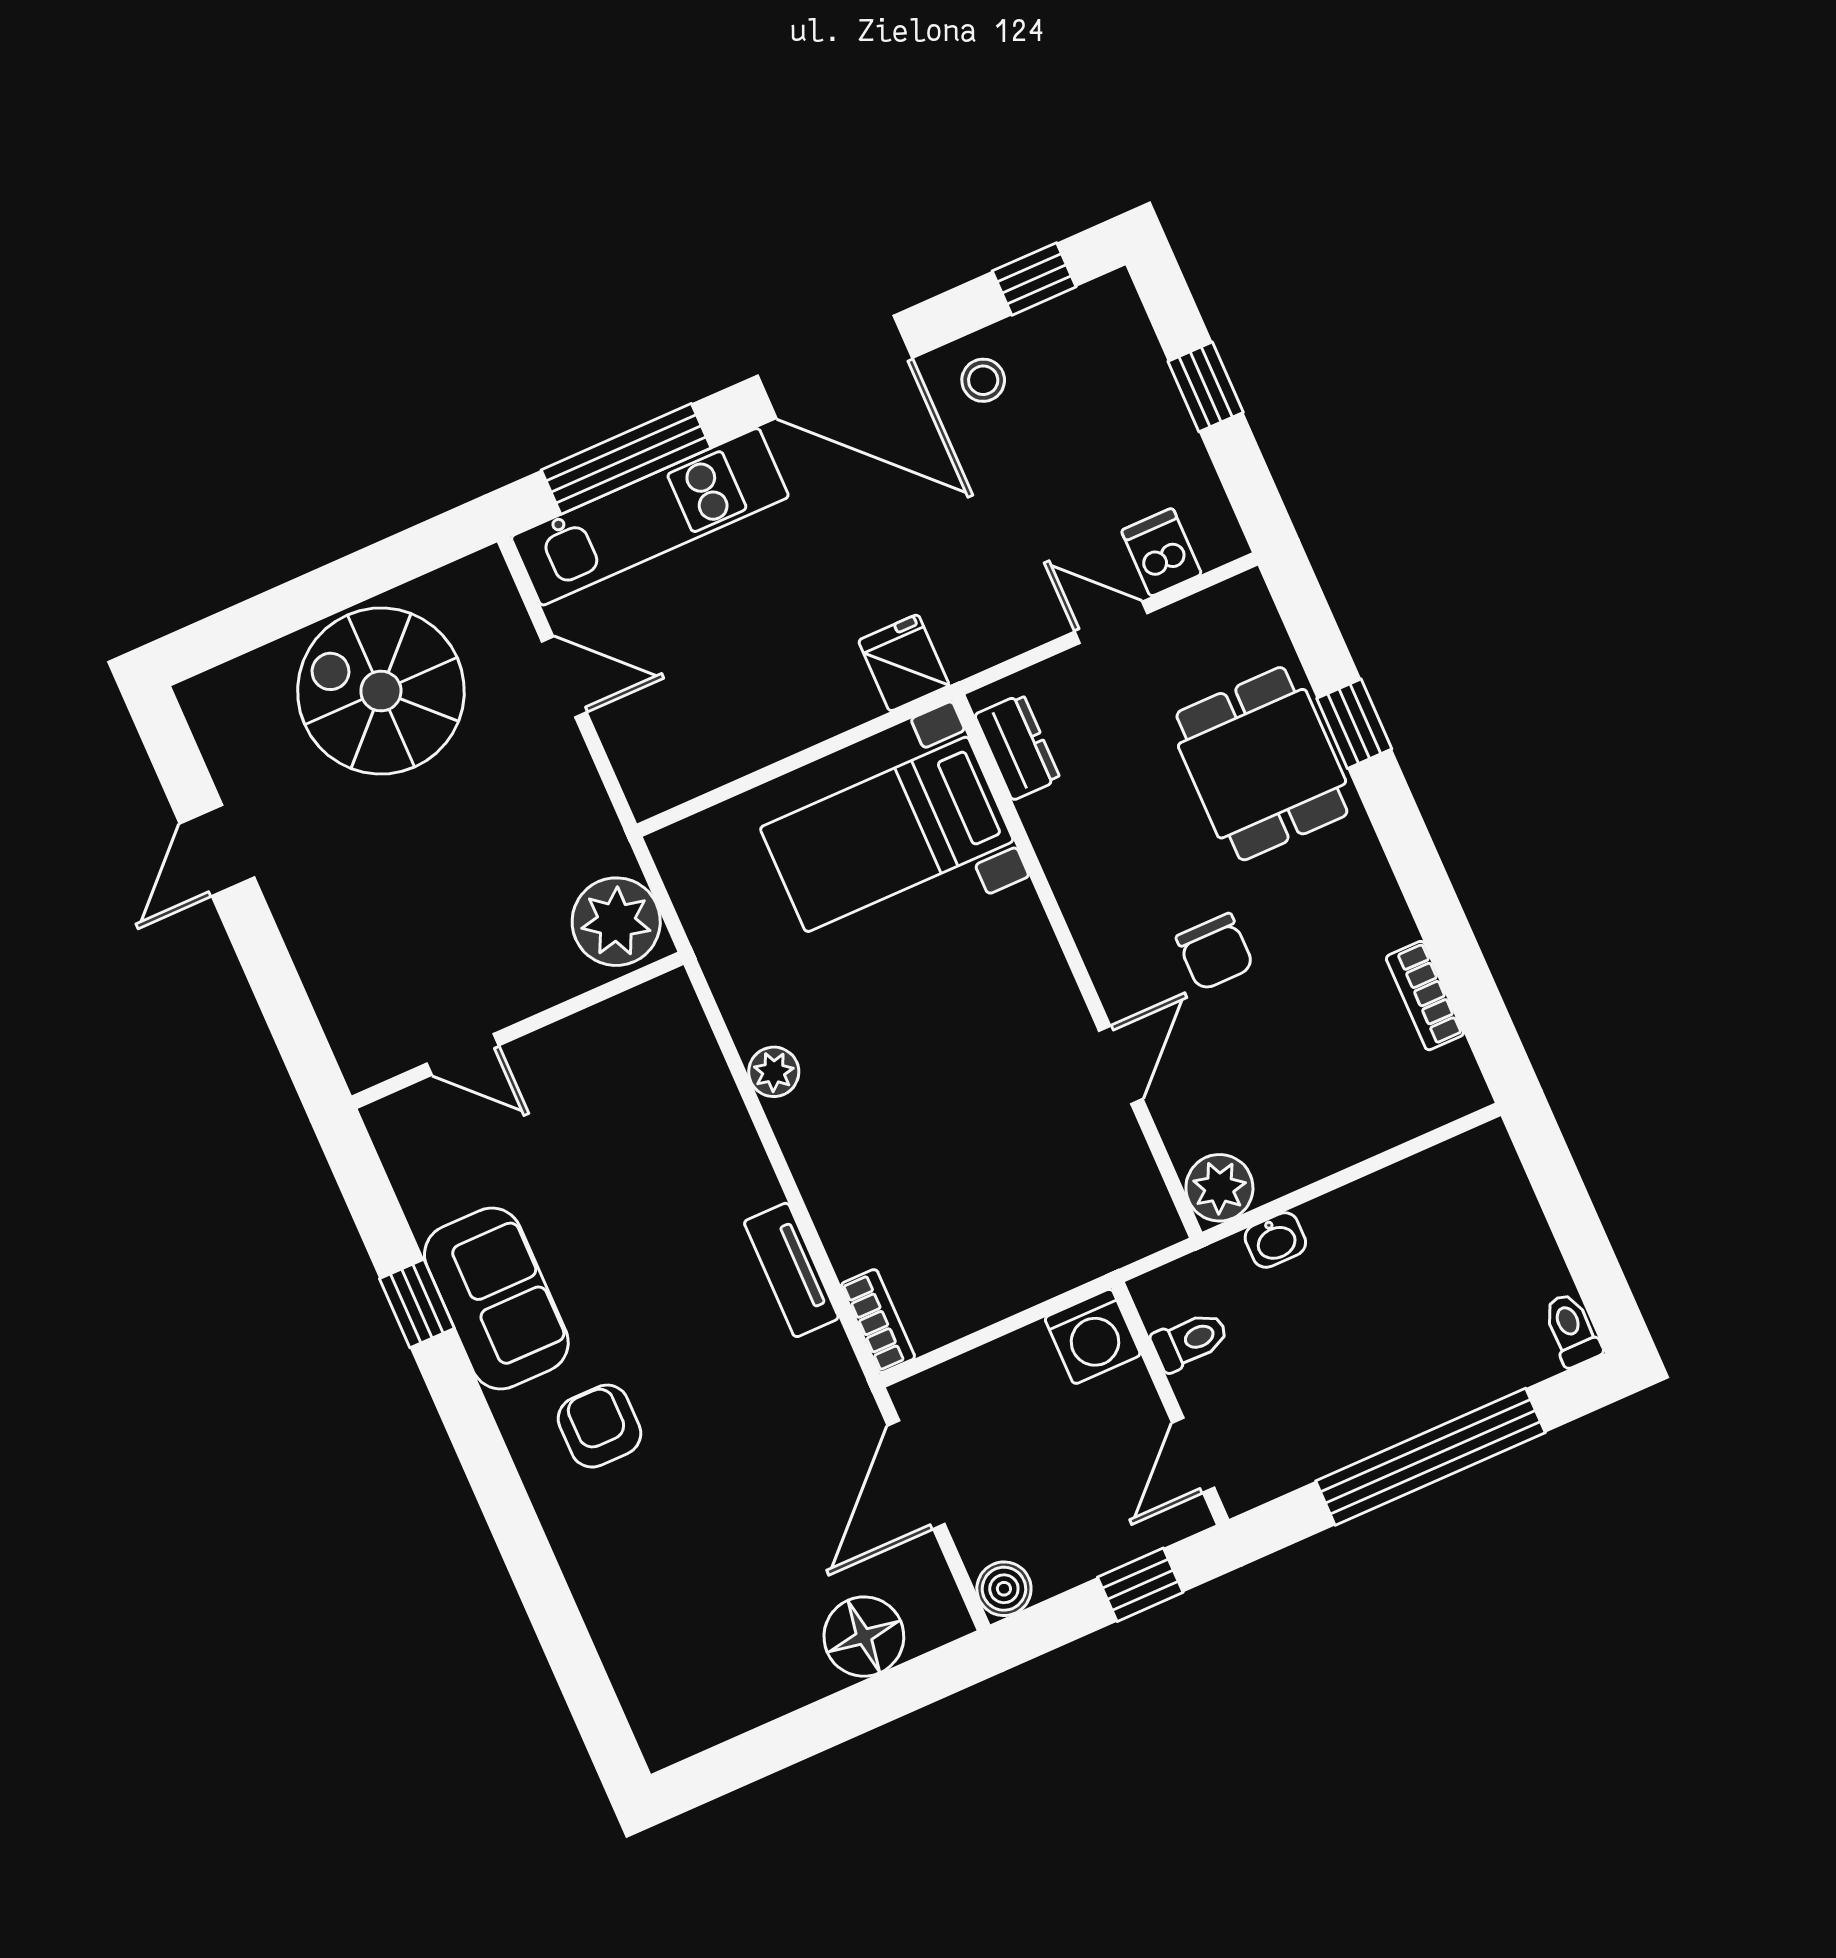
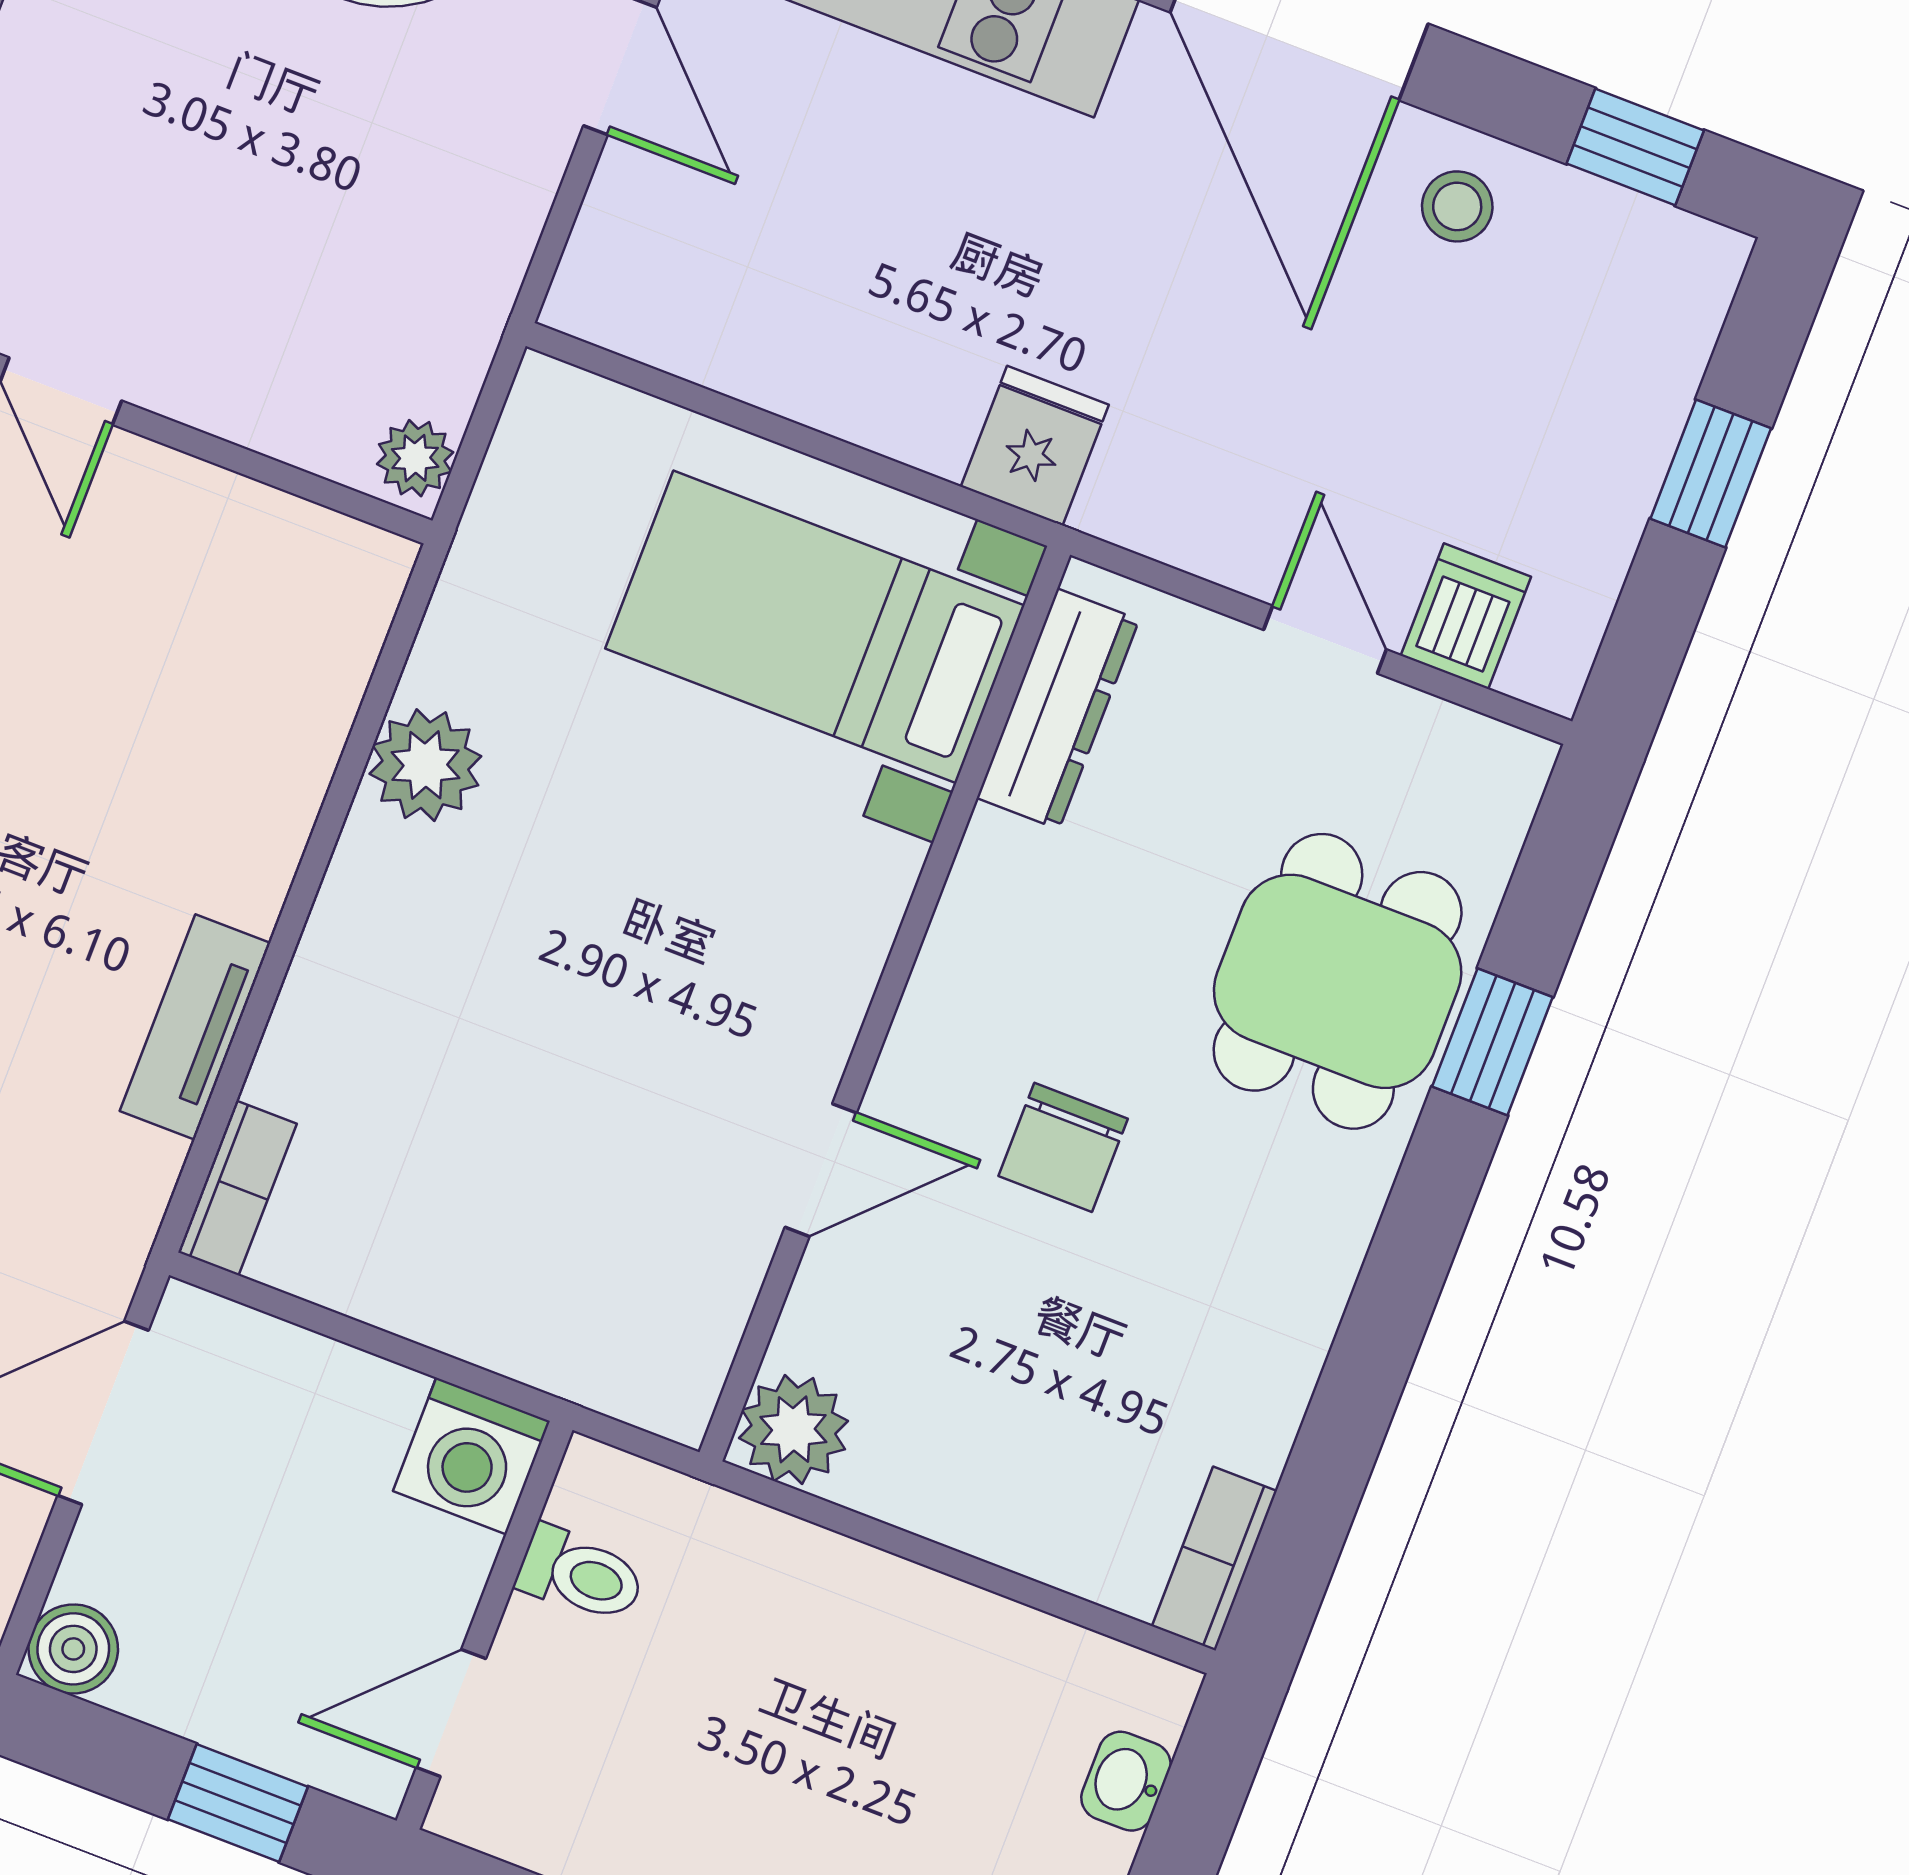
dresser: (1018, 747) -> (1058, 709), width x1.44
plant: (616, 922) -> (415, 458), width x0.53, depth x0.53
bookcase: (1425, 996) -> (1214, 1559), moved
plant: (774, 1072) -> (425, 765), width x1.38, depth x1.38
washbasin: (1275, 1240) -> (1126, 1781), moved, turned 90

